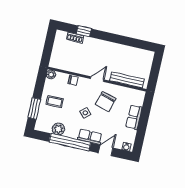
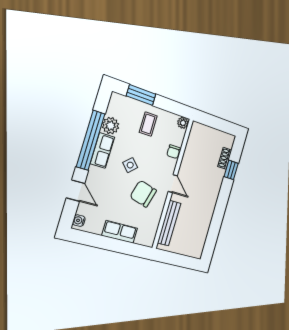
row of seats: (90, 137) -> (102, 150), moved

